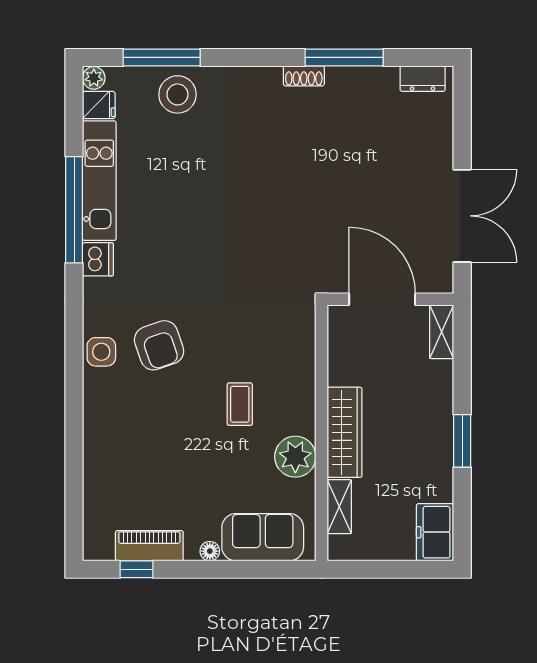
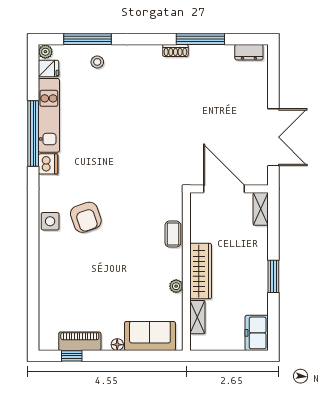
stool: (178, 94) -> (97, 62), width x0.53, depth x0.53
coffee table: (240, 404) -> (173, 234), moved
plant: (295, 457) -> (176, 286), width x0.53, depth x0.53

